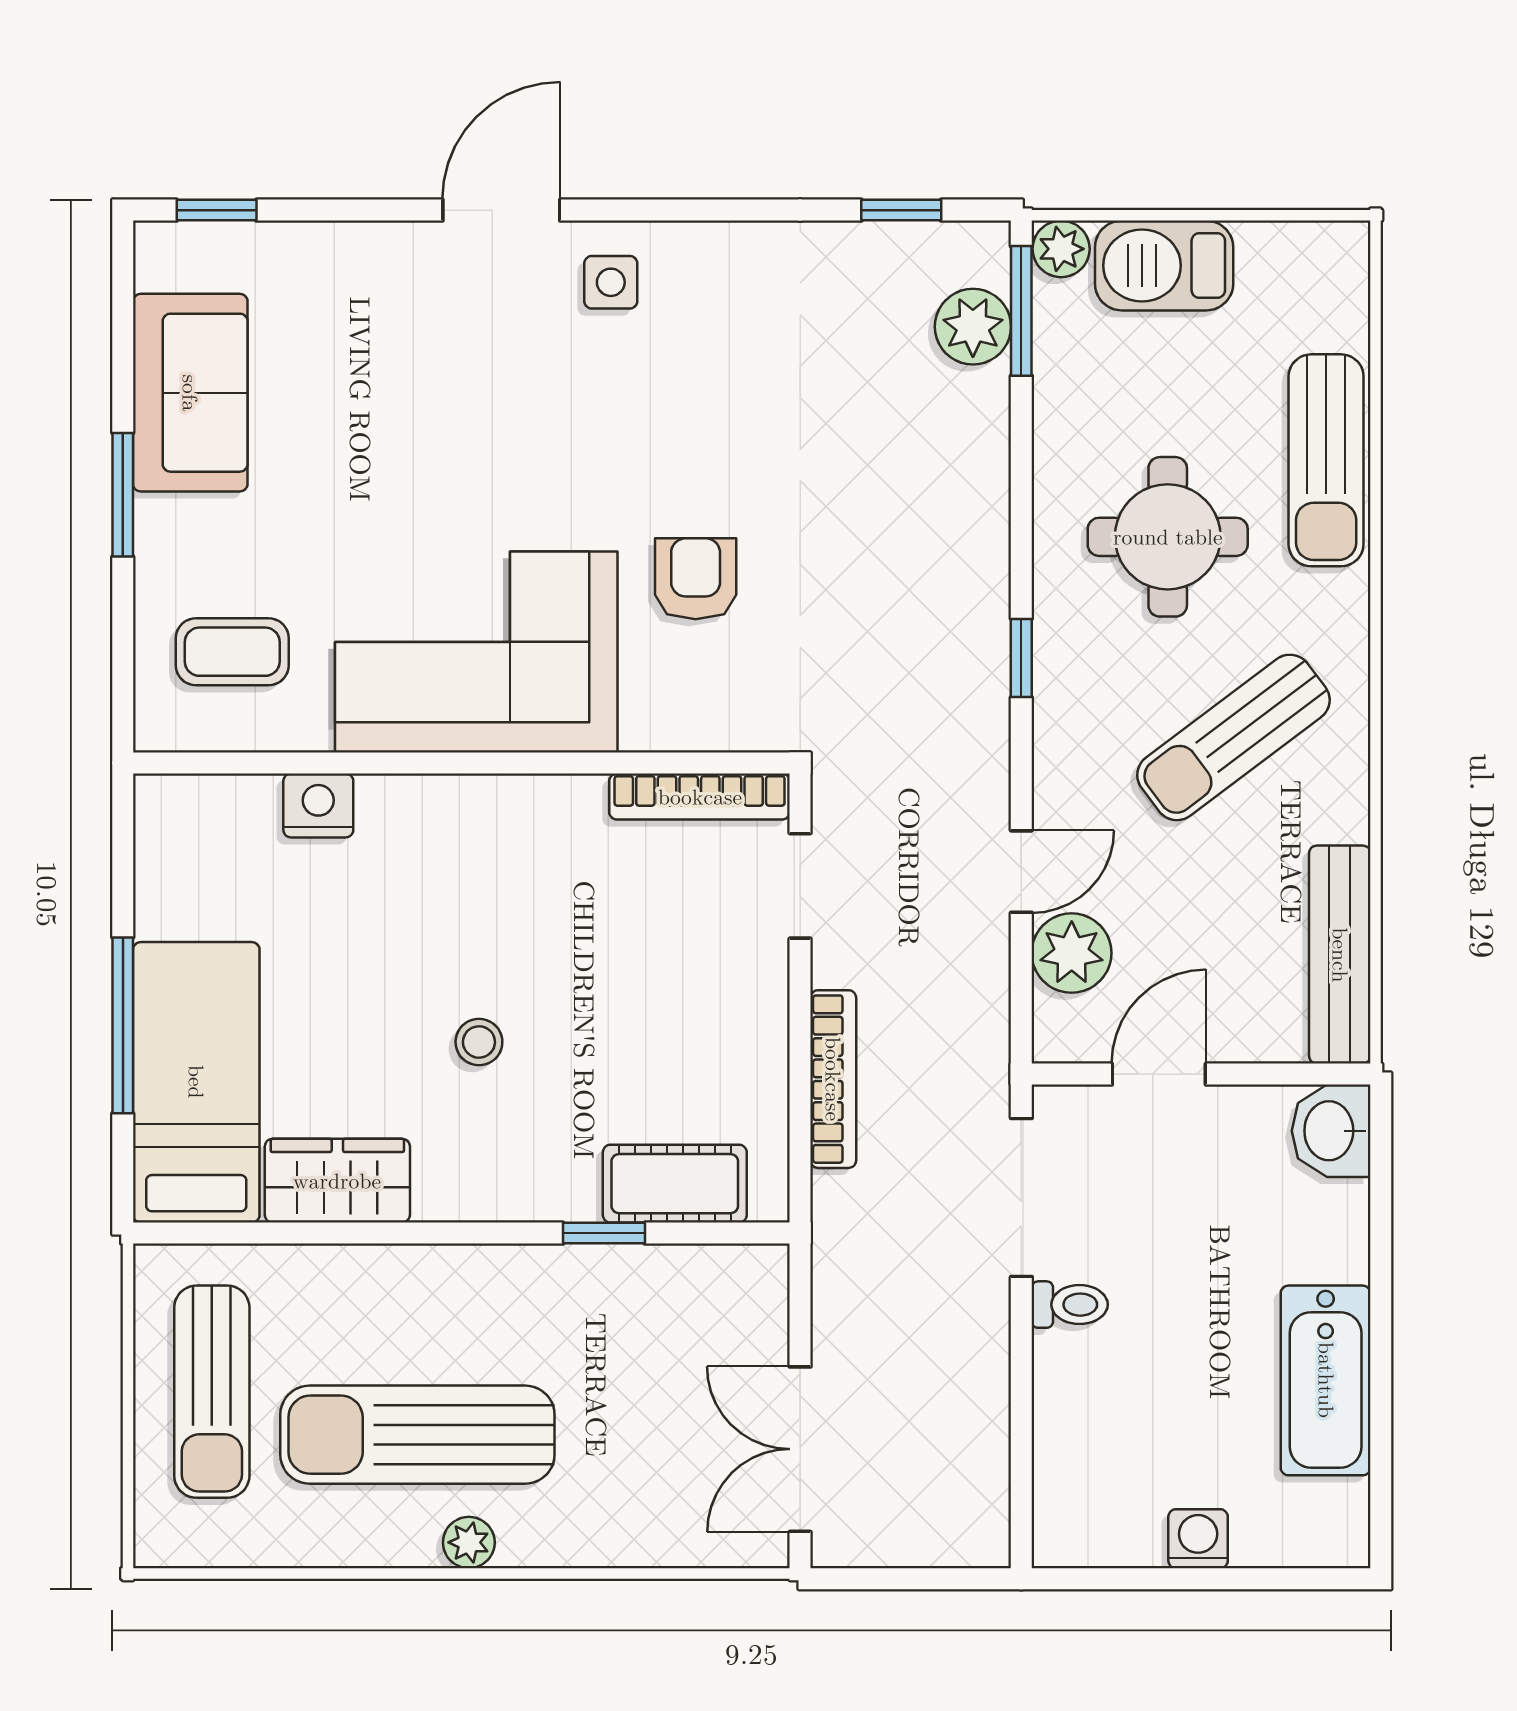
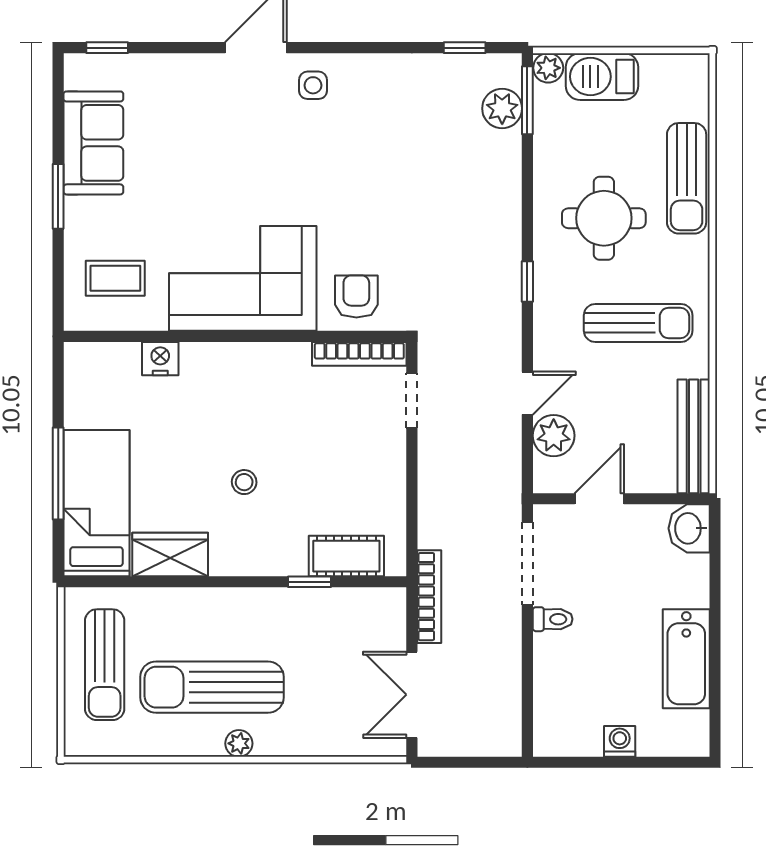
armchair: (696, 579) -> (356, 296), moved
sun lounger: (1233, 737) -> (638, 323), turned -143
bookcase: (833, 1079) -> (429, 597), moved

